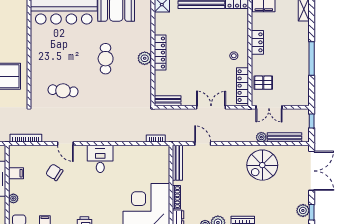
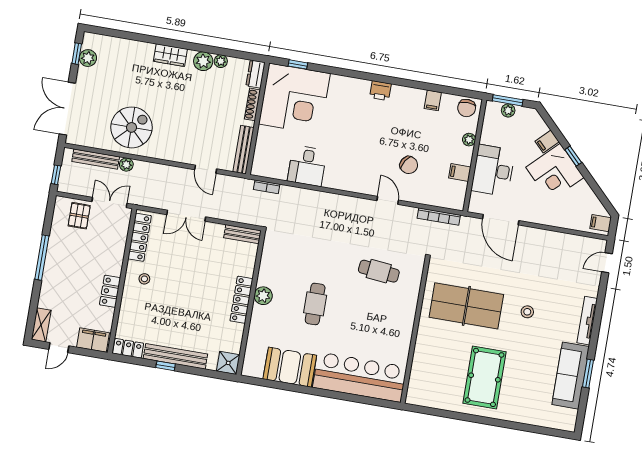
pallet: (263, 83) -> (79, 216), moved, turned 90
desk: (100, 159) -> (307, 166), moved

